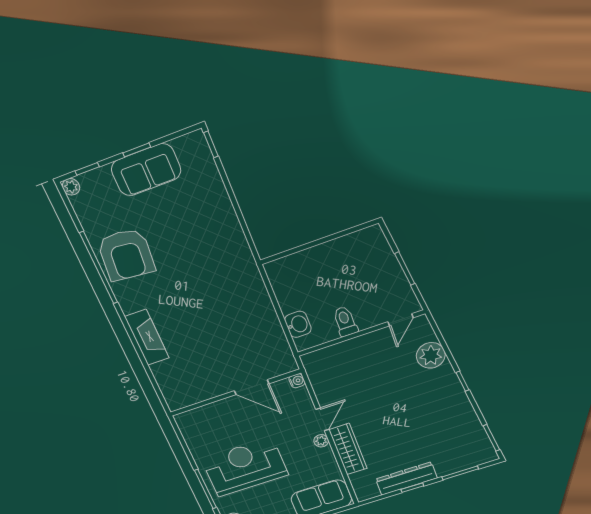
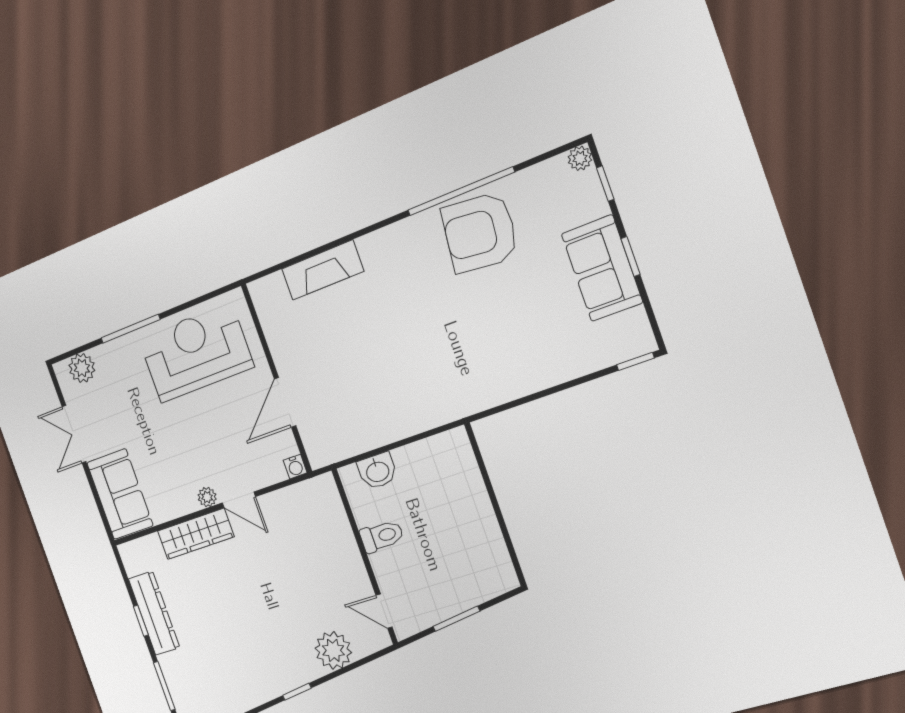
fireplace: (147, 337) -> (323, 270), moved
reception desk: (245, 467) -> (196, 353), moved, turned -90

